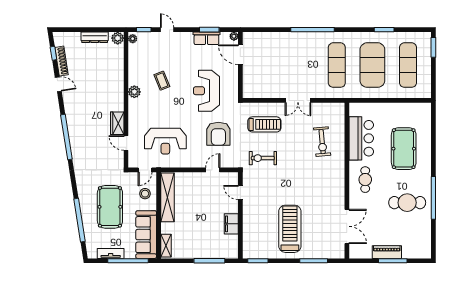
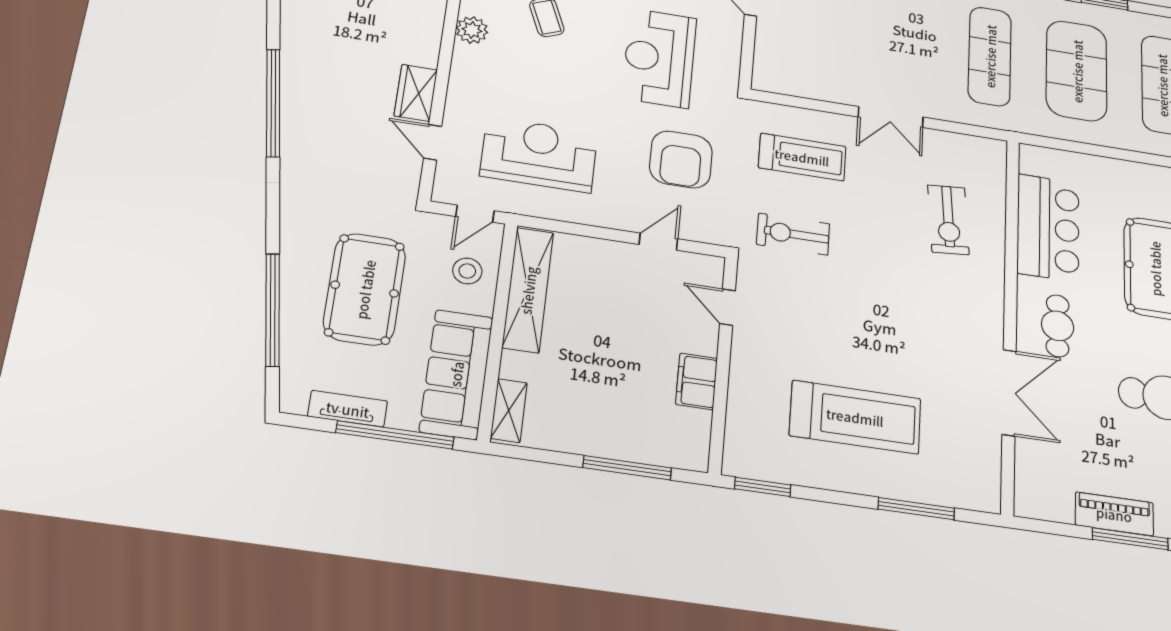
reception desk: (165, 141) -> (539, 154), turned 180
double door: (347, 226) -> (1009, 393), moved
treadmill: (290, 229) -> (855, 417), turned 90

